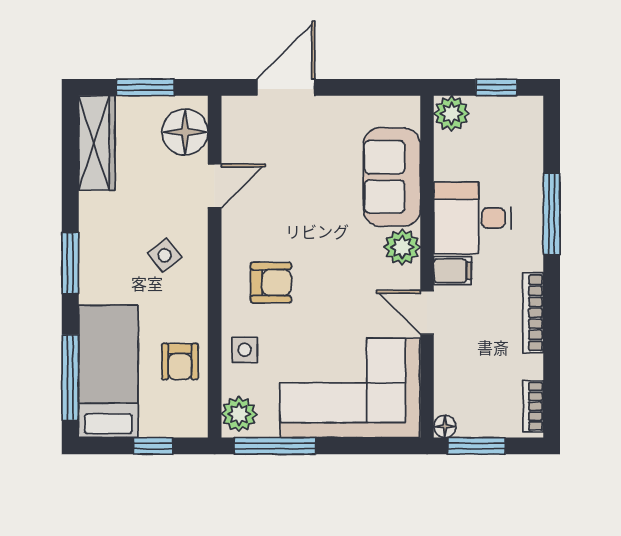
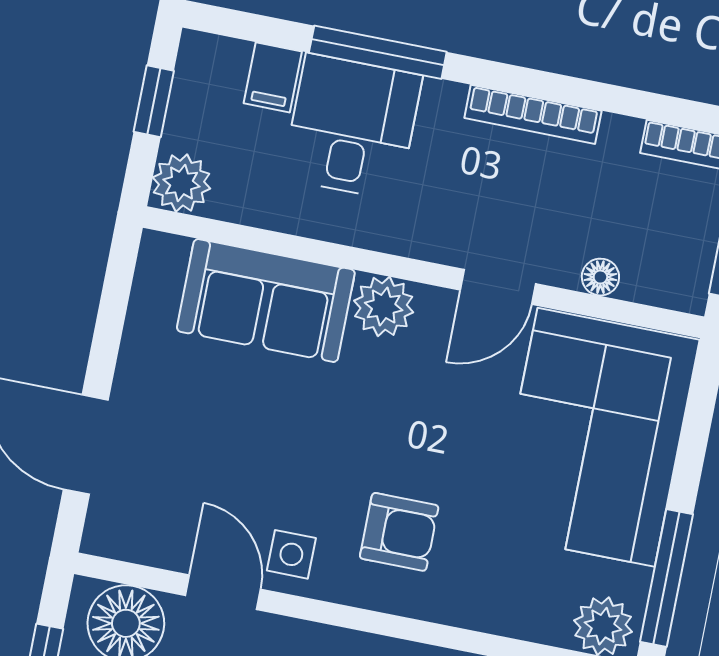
desk: (472, 218) -> (352, 127), moved, turned 180
filing cabinet: (453, 271) -> (273, 77), moved, turned 180
armchair: (271, 283) -> (399, 532), turned 90
side table: (245, 350) -> (291, 554), moved
floor lamp: (445, 426) -> (600, 277), moved

